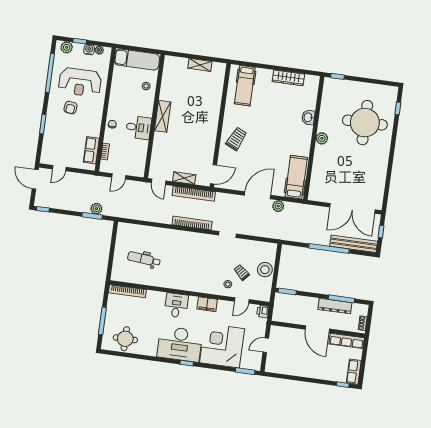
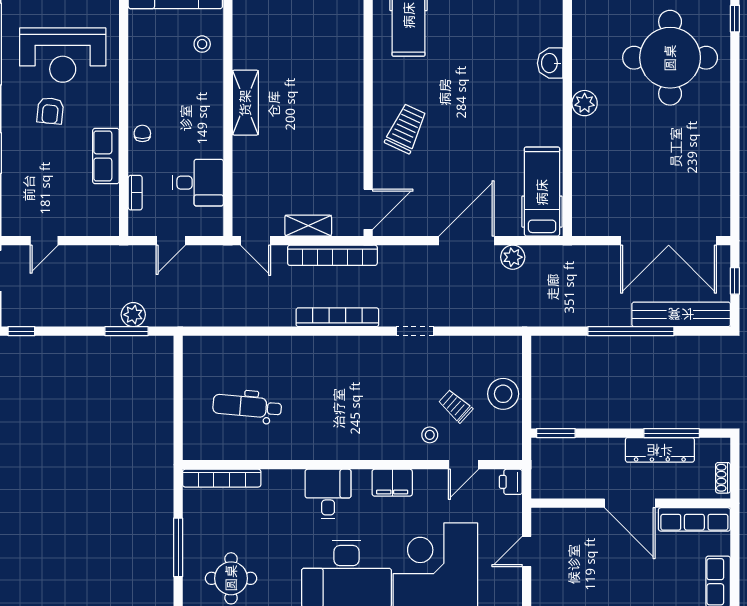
desk: (138, 128) -> (198, 183), moved
row of seats: (91, 150) -> (106, 156), moved

